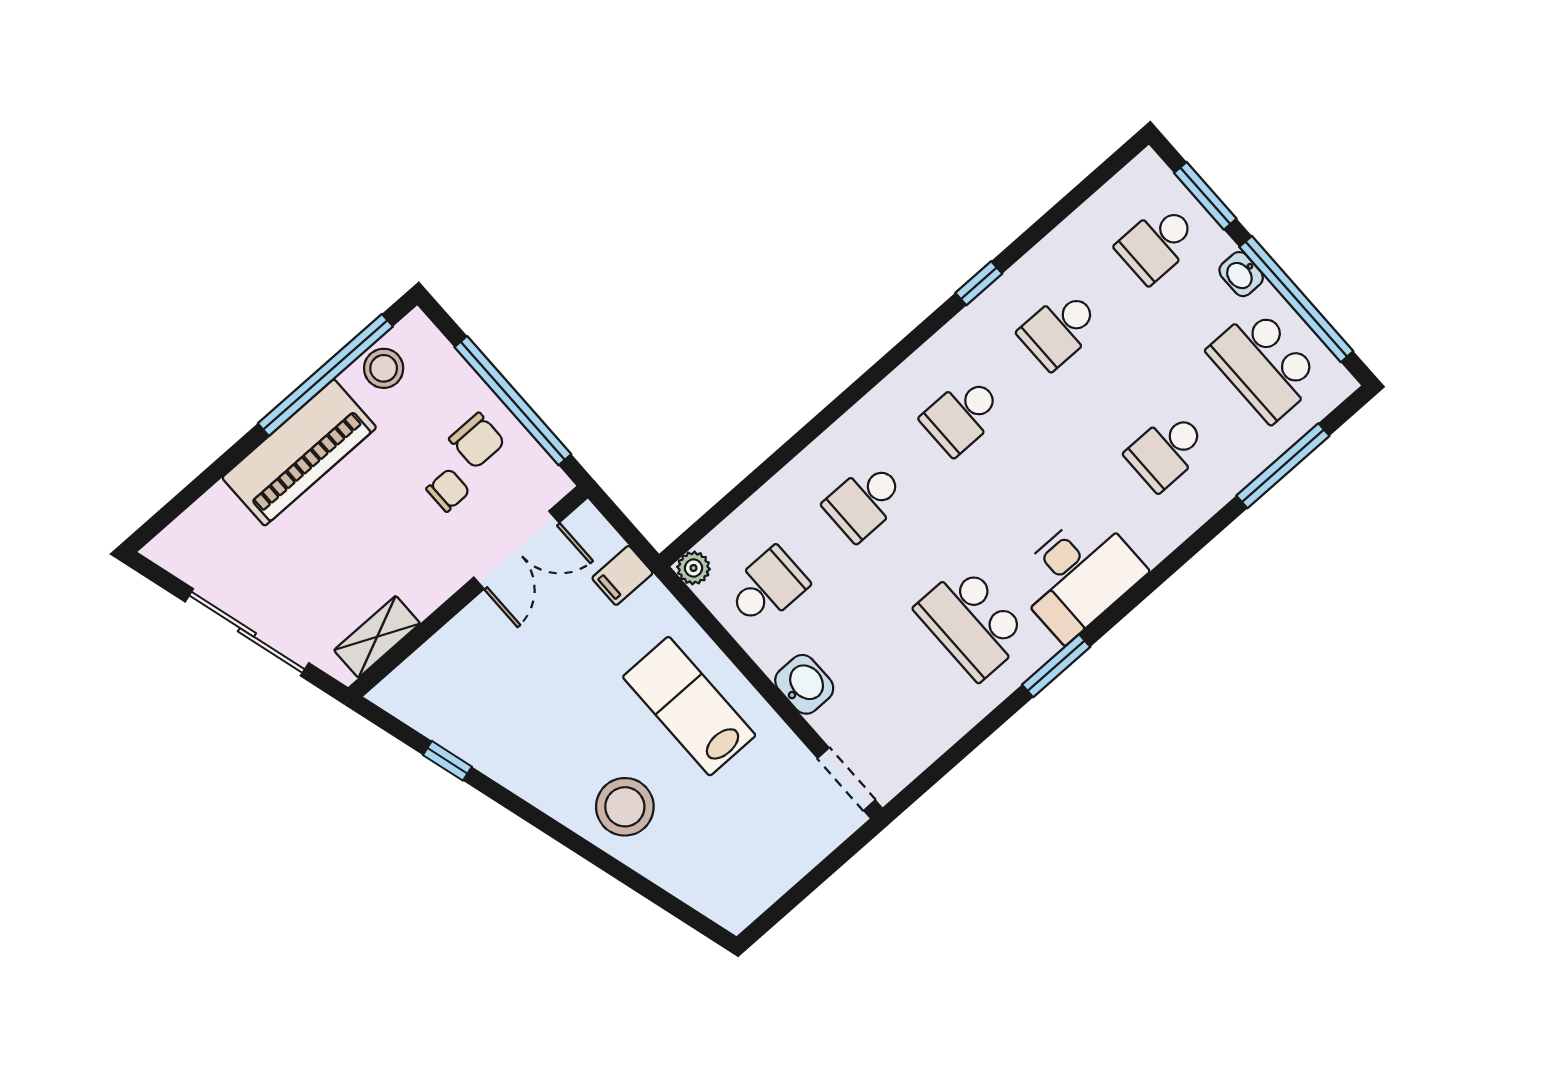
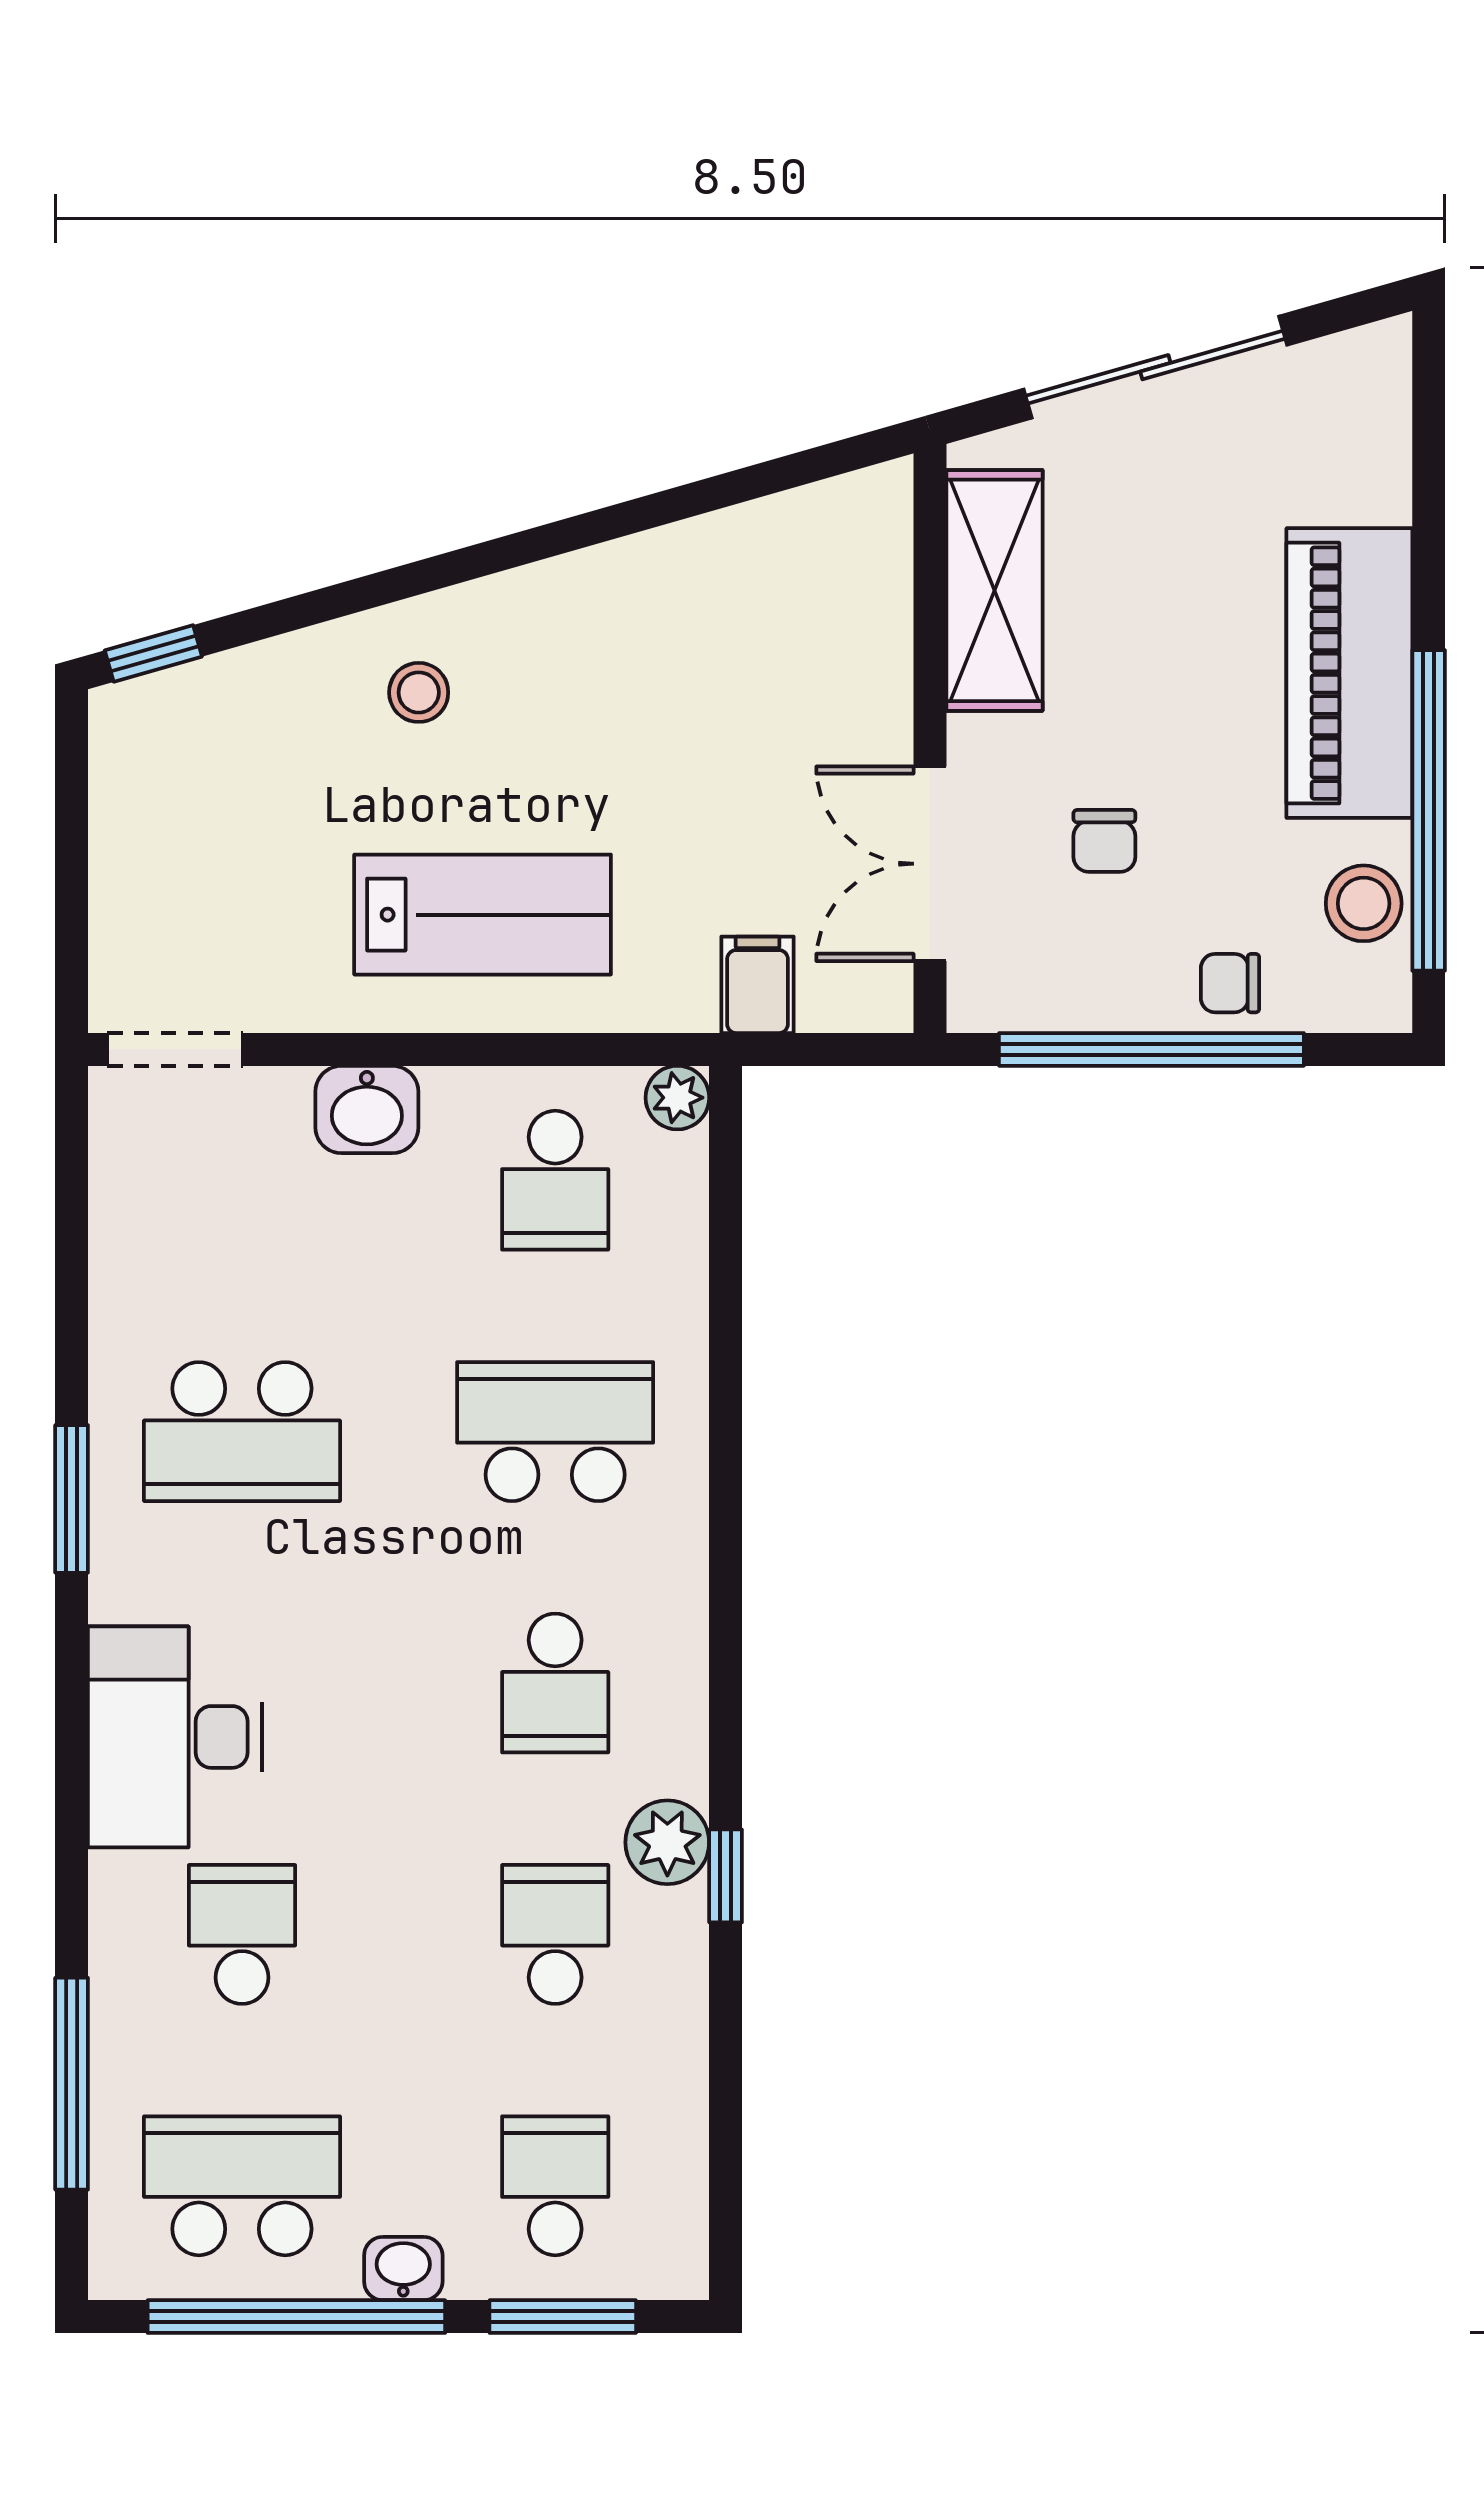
plant: (986, 317) -> (667, 1842), added
school desk: (962, 415) -> (555, 1683), turned 180
chair: (477, 441) -> (1230, 983), moved, width x0.73, depth x0.73
school desk: (865, 501) -> (555, 1432), width x1.85
desk: (1078, 575) -> (175, 1737), moved
school desk: (972, 623) -> (242, 1432), turned 180
shelving: (377, 637) -> (994, 590), width x1.50, depth x1.33
window: (447, 761) -> (153, 653), moved
stool: (625, 807) -> (419, 692), width x0.53, depth x0.53

